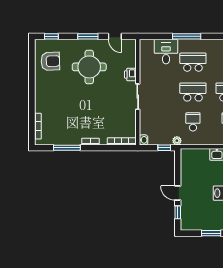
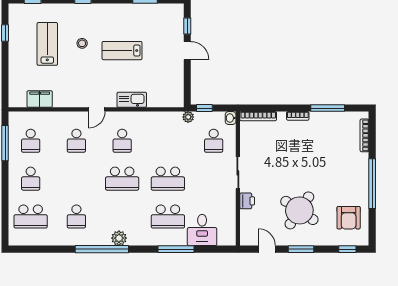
armchair: (50, 61) -> (349, 218), turned -88
round table: (89, 67) -> (299, 210), turned 34
window: (32, 88) -> (372, 184), added
school desk: (193, 122) -> (214, 141), moved

